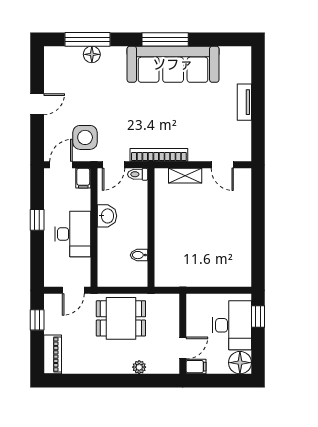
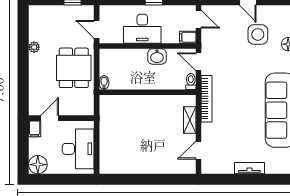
side table: (85, 137) -> (258, 34), moved
bidet: (139, 255) -> (104, 83), moved
window: (258, 316) -> (75, 179), removed
desk: (232, 325) -> (78, 149), moved, turned -90
door: (183, 348) -> (50, 118), swing flipped
piano: (53, 354) -> (44, 12), removed
plant: (139, 367) -> (34, 47), moved

